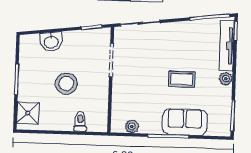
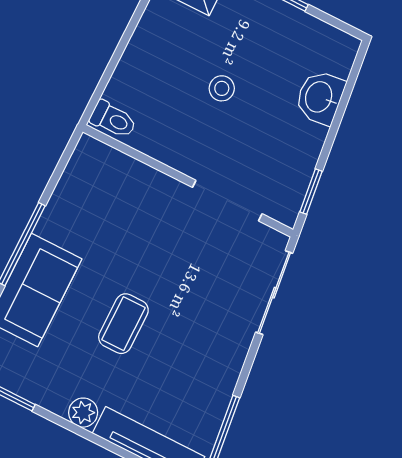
stool: (66, 84) -> (222, 88), width x0.53, depth x0.53
toilet: (80, 122) -> (113, 120), moved
plant: (132, 126) -> (75, 180), removed

